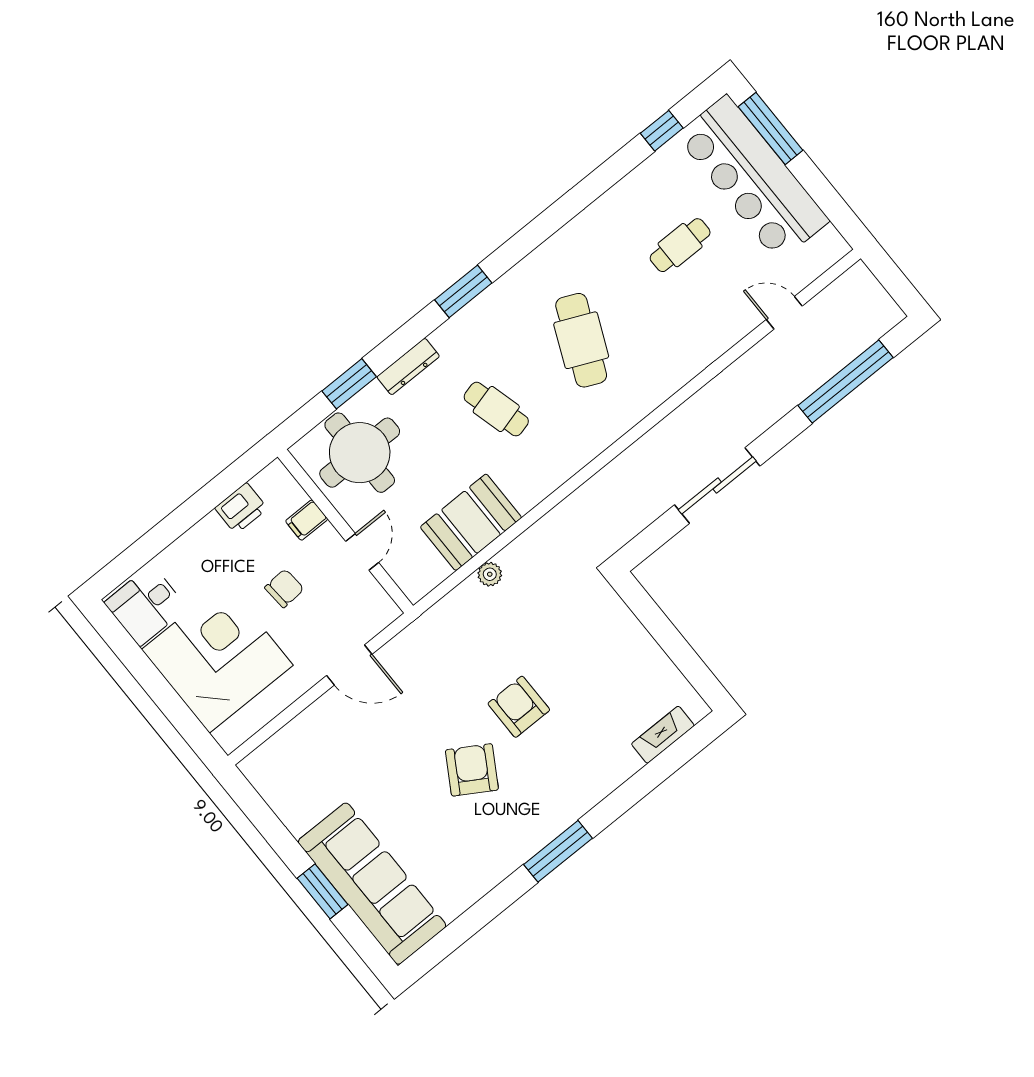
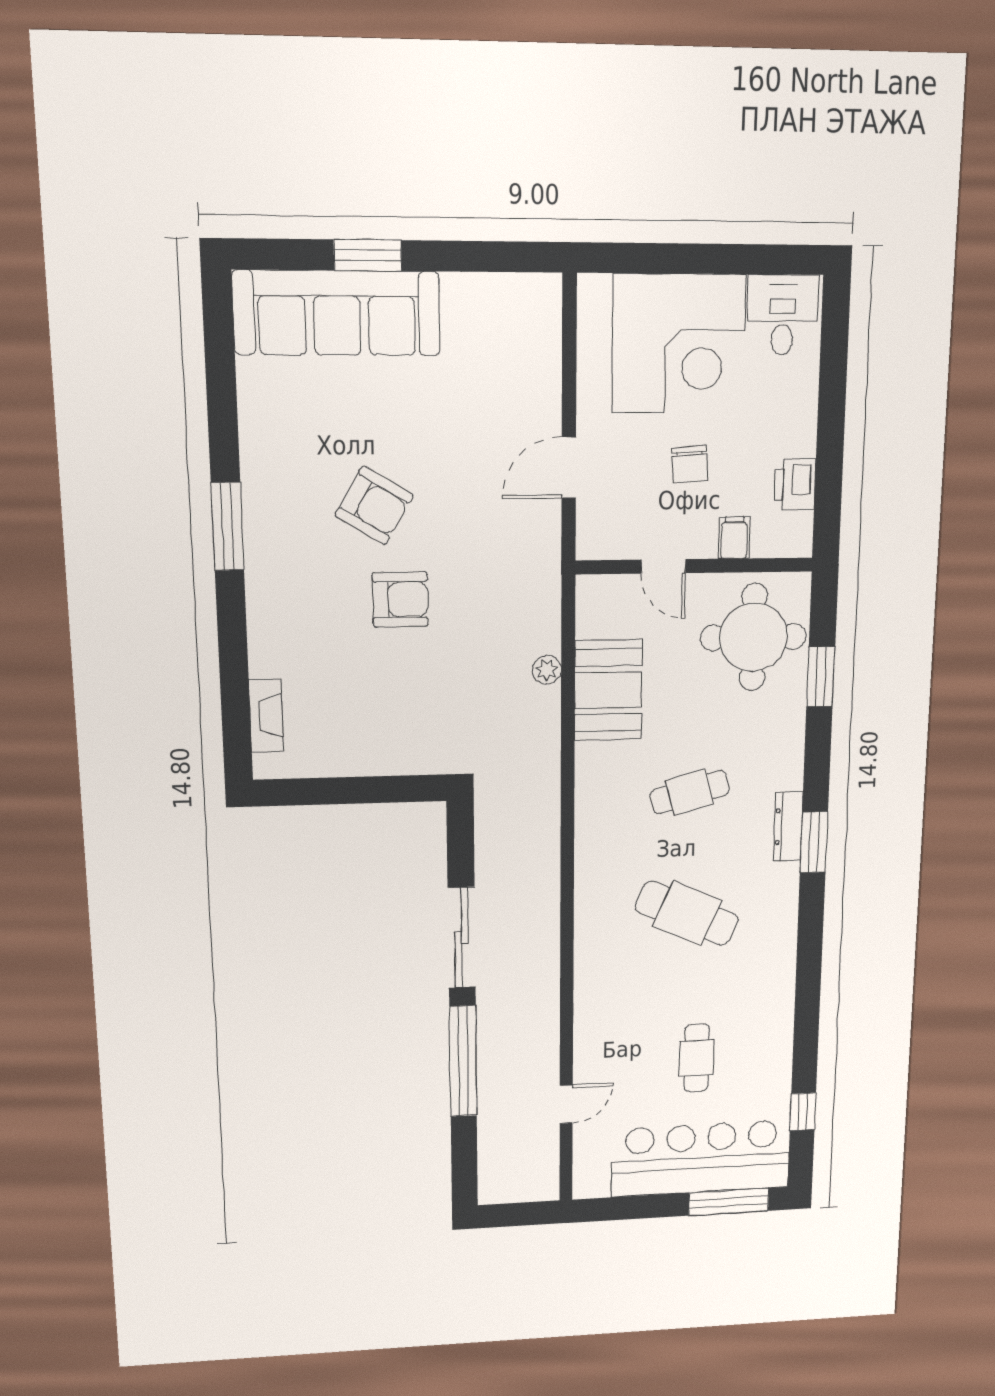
dresser: (408, 367) -> (788, 826), moved
window: (846, 382) -> (463, 1061), moved

